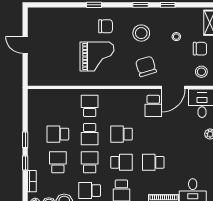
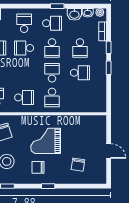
chair: (60, 29) -> (78, 165), added
school desk: (121, 134) -> (24, 97), moved

